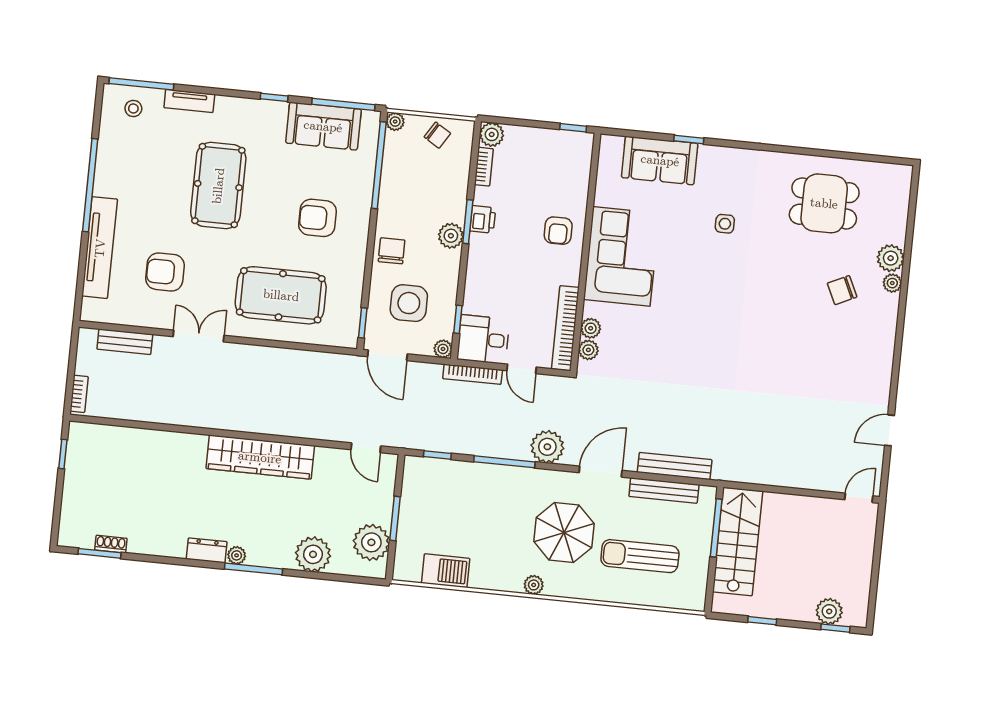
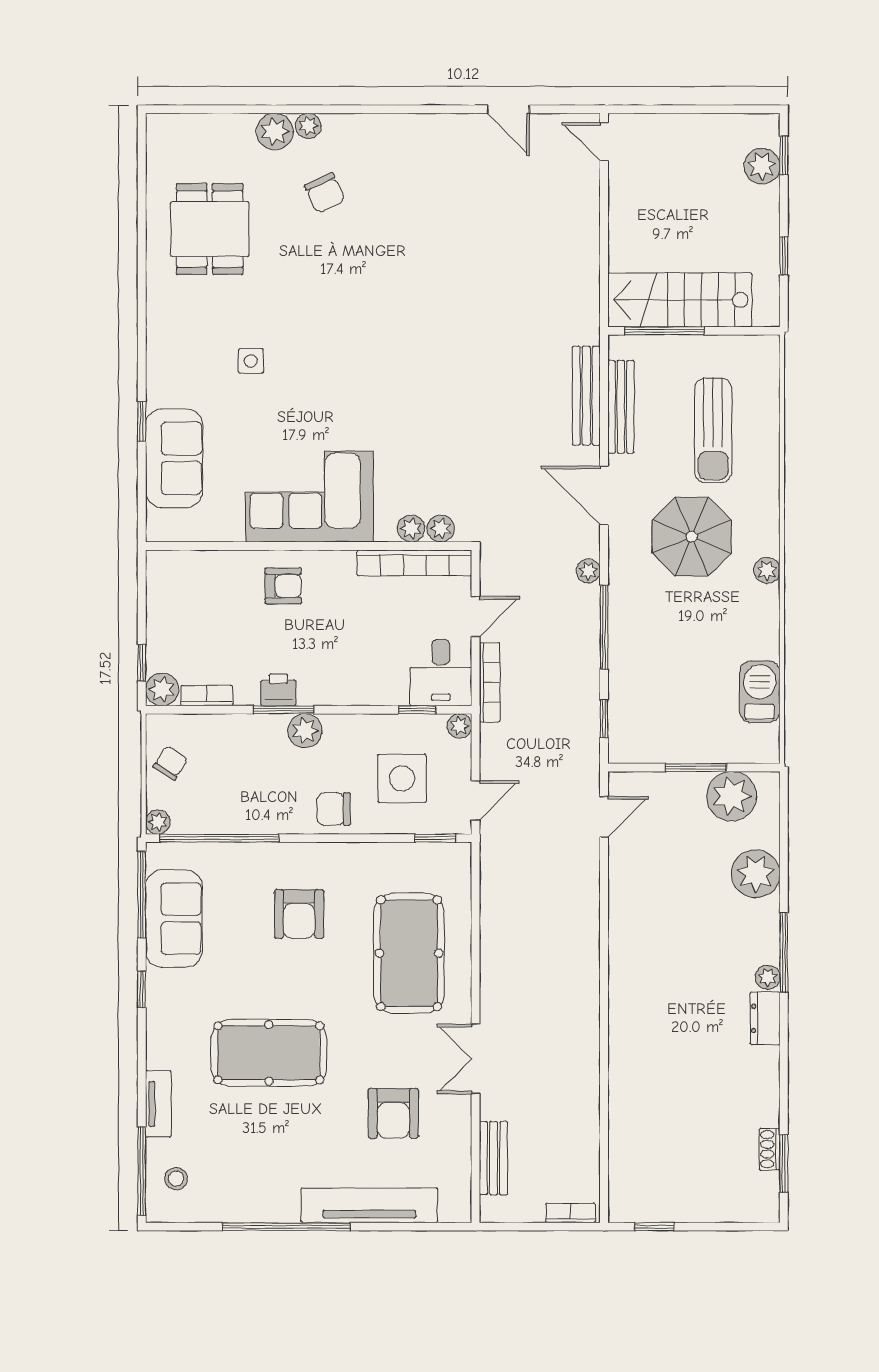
window: (573, 128) -> (142, 663), moved
door: (387, 355) -> (476, 800), width x0.73
plant: (547, 447) -> (588, 571), width x0.53, depth x0.53
wardrobe: (260, 457) -> (631, 959), removed

